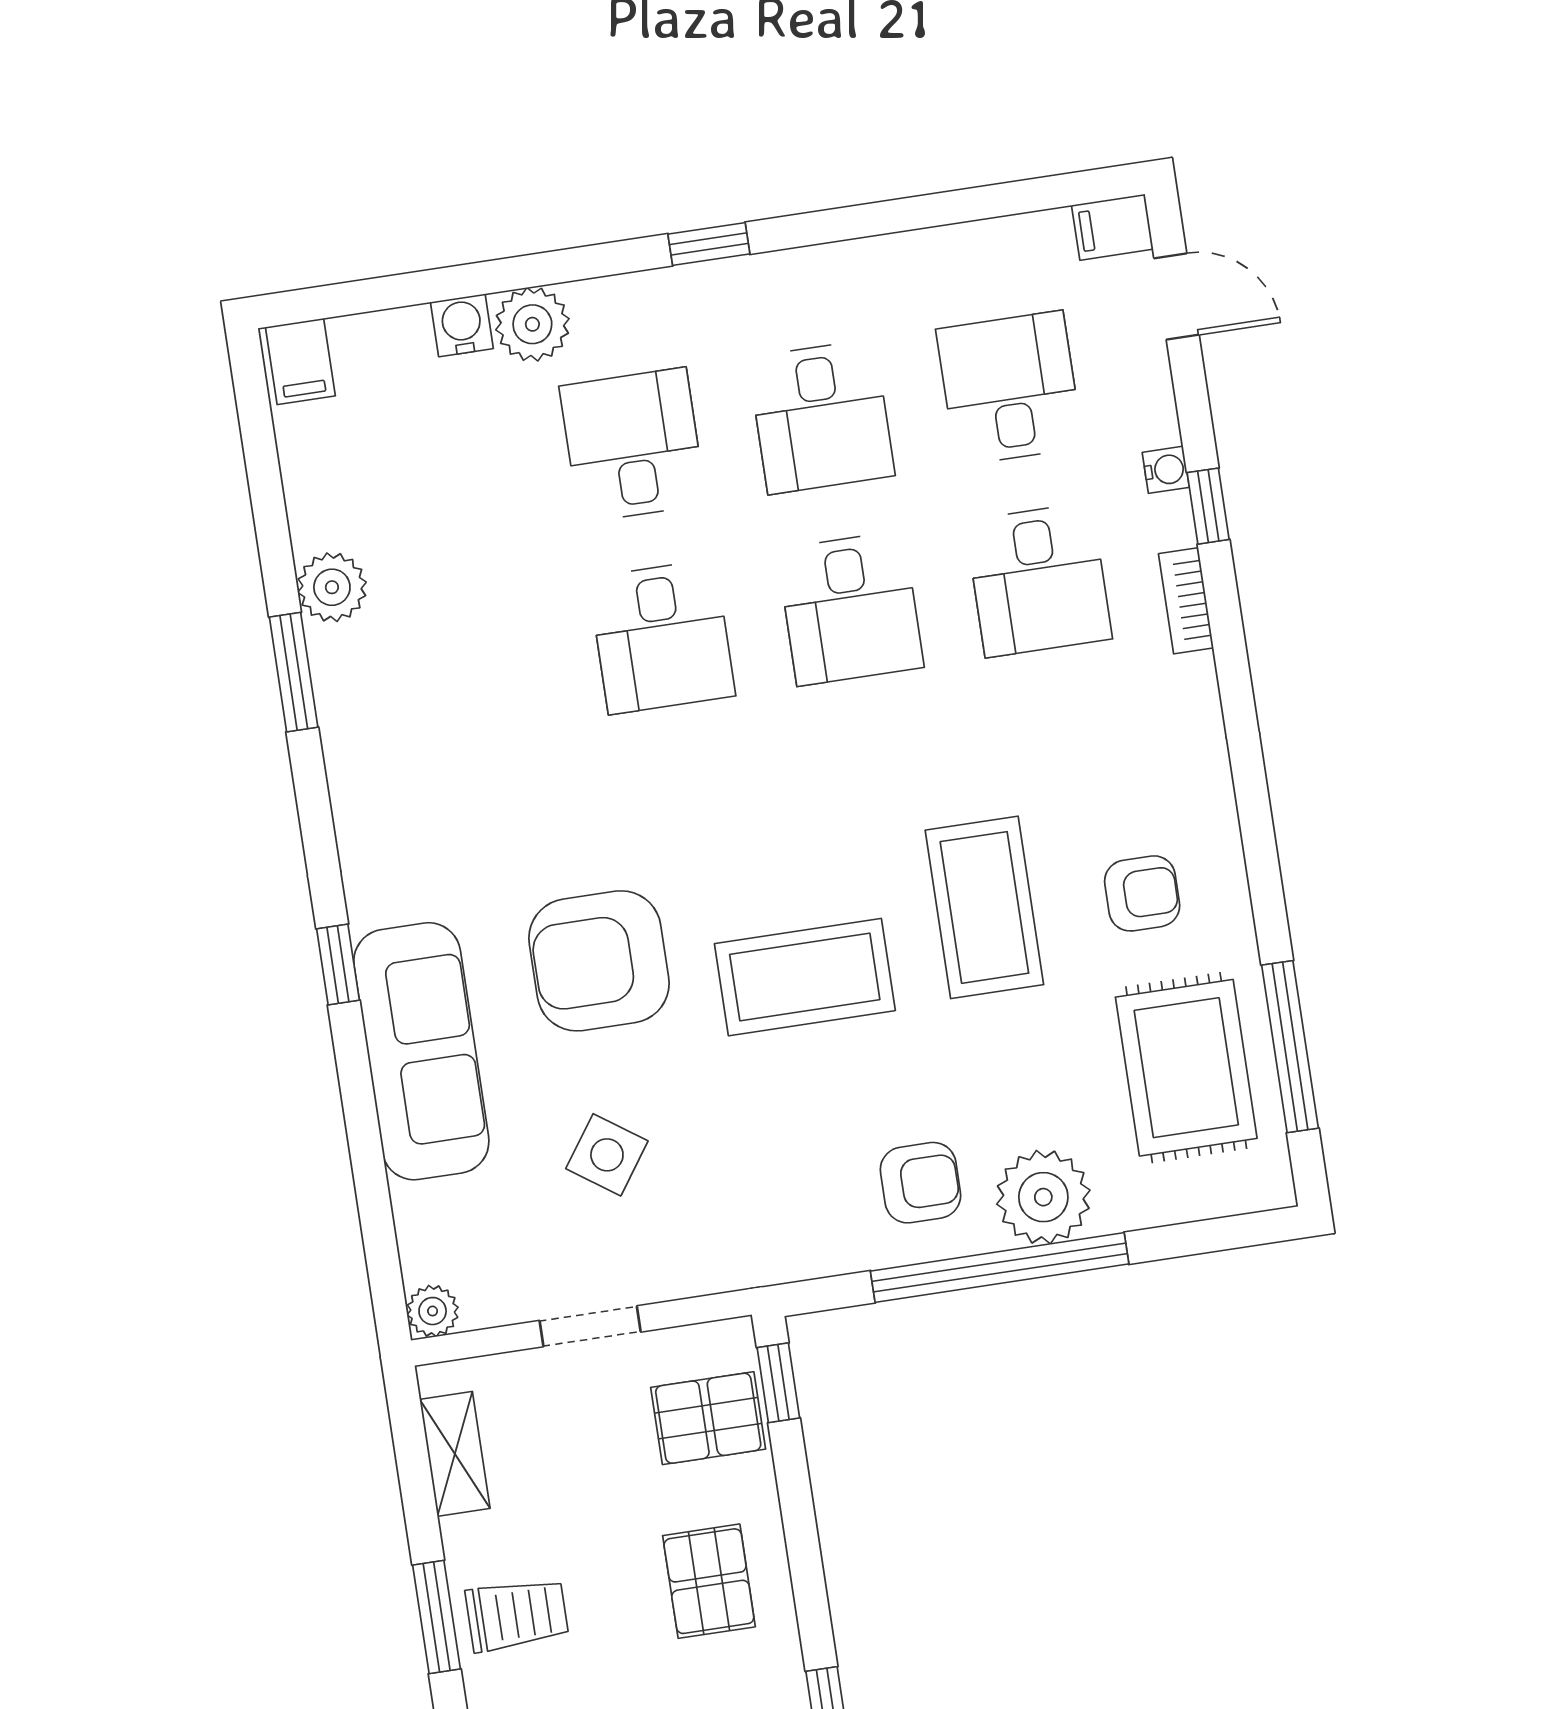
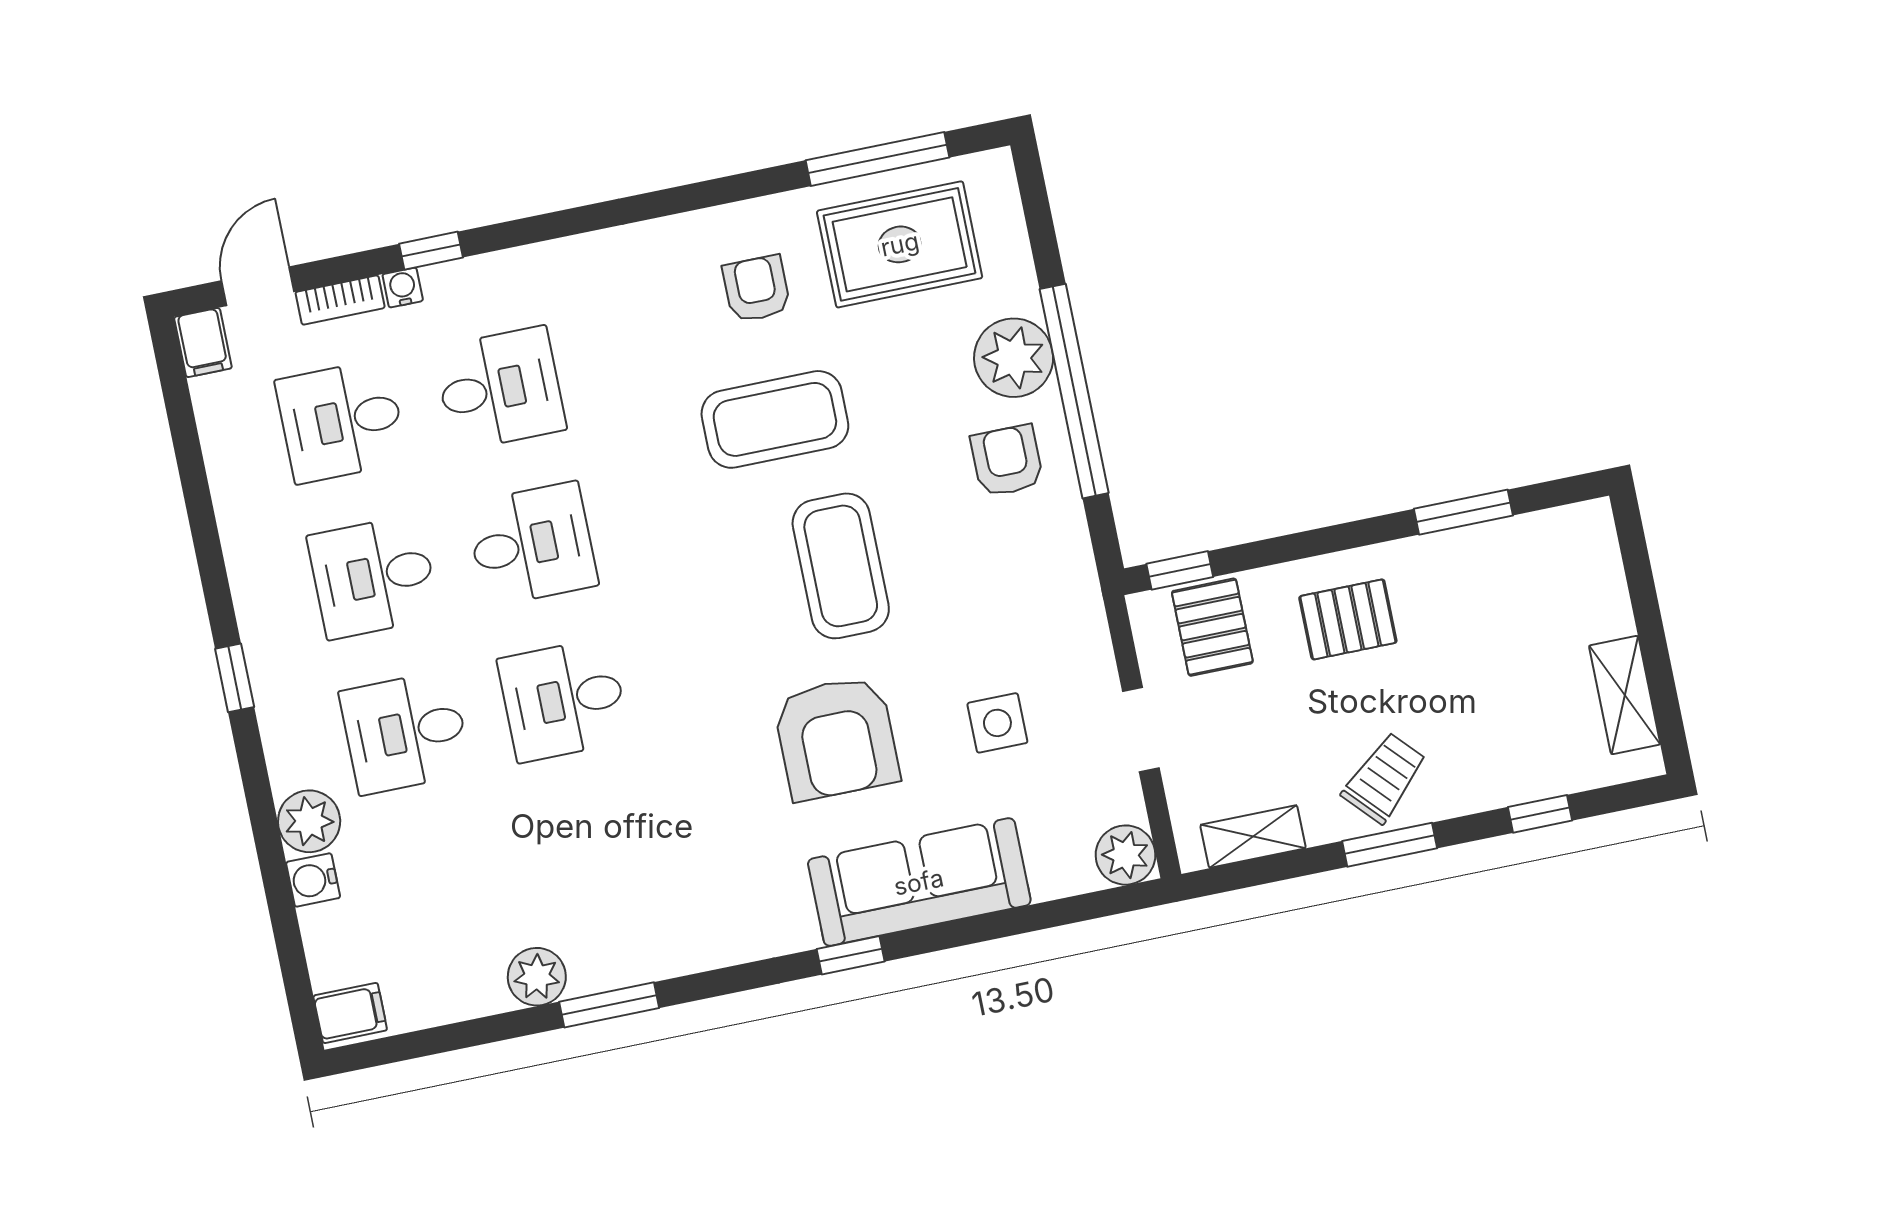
desk: (821, 417) -> (373, 577), turned 180
bookcase: (1186, 601) -> (340, 300), moved
desk: (662, 637) -> (564, 700), turned 180
side table: (607, 1155) -> (997, 723), turned -35
plant: (433, 1311) -> (1126, 855), width x1.38, depth x1.38
trolley: (517, 1615) -> (1384, 778), turned 47

